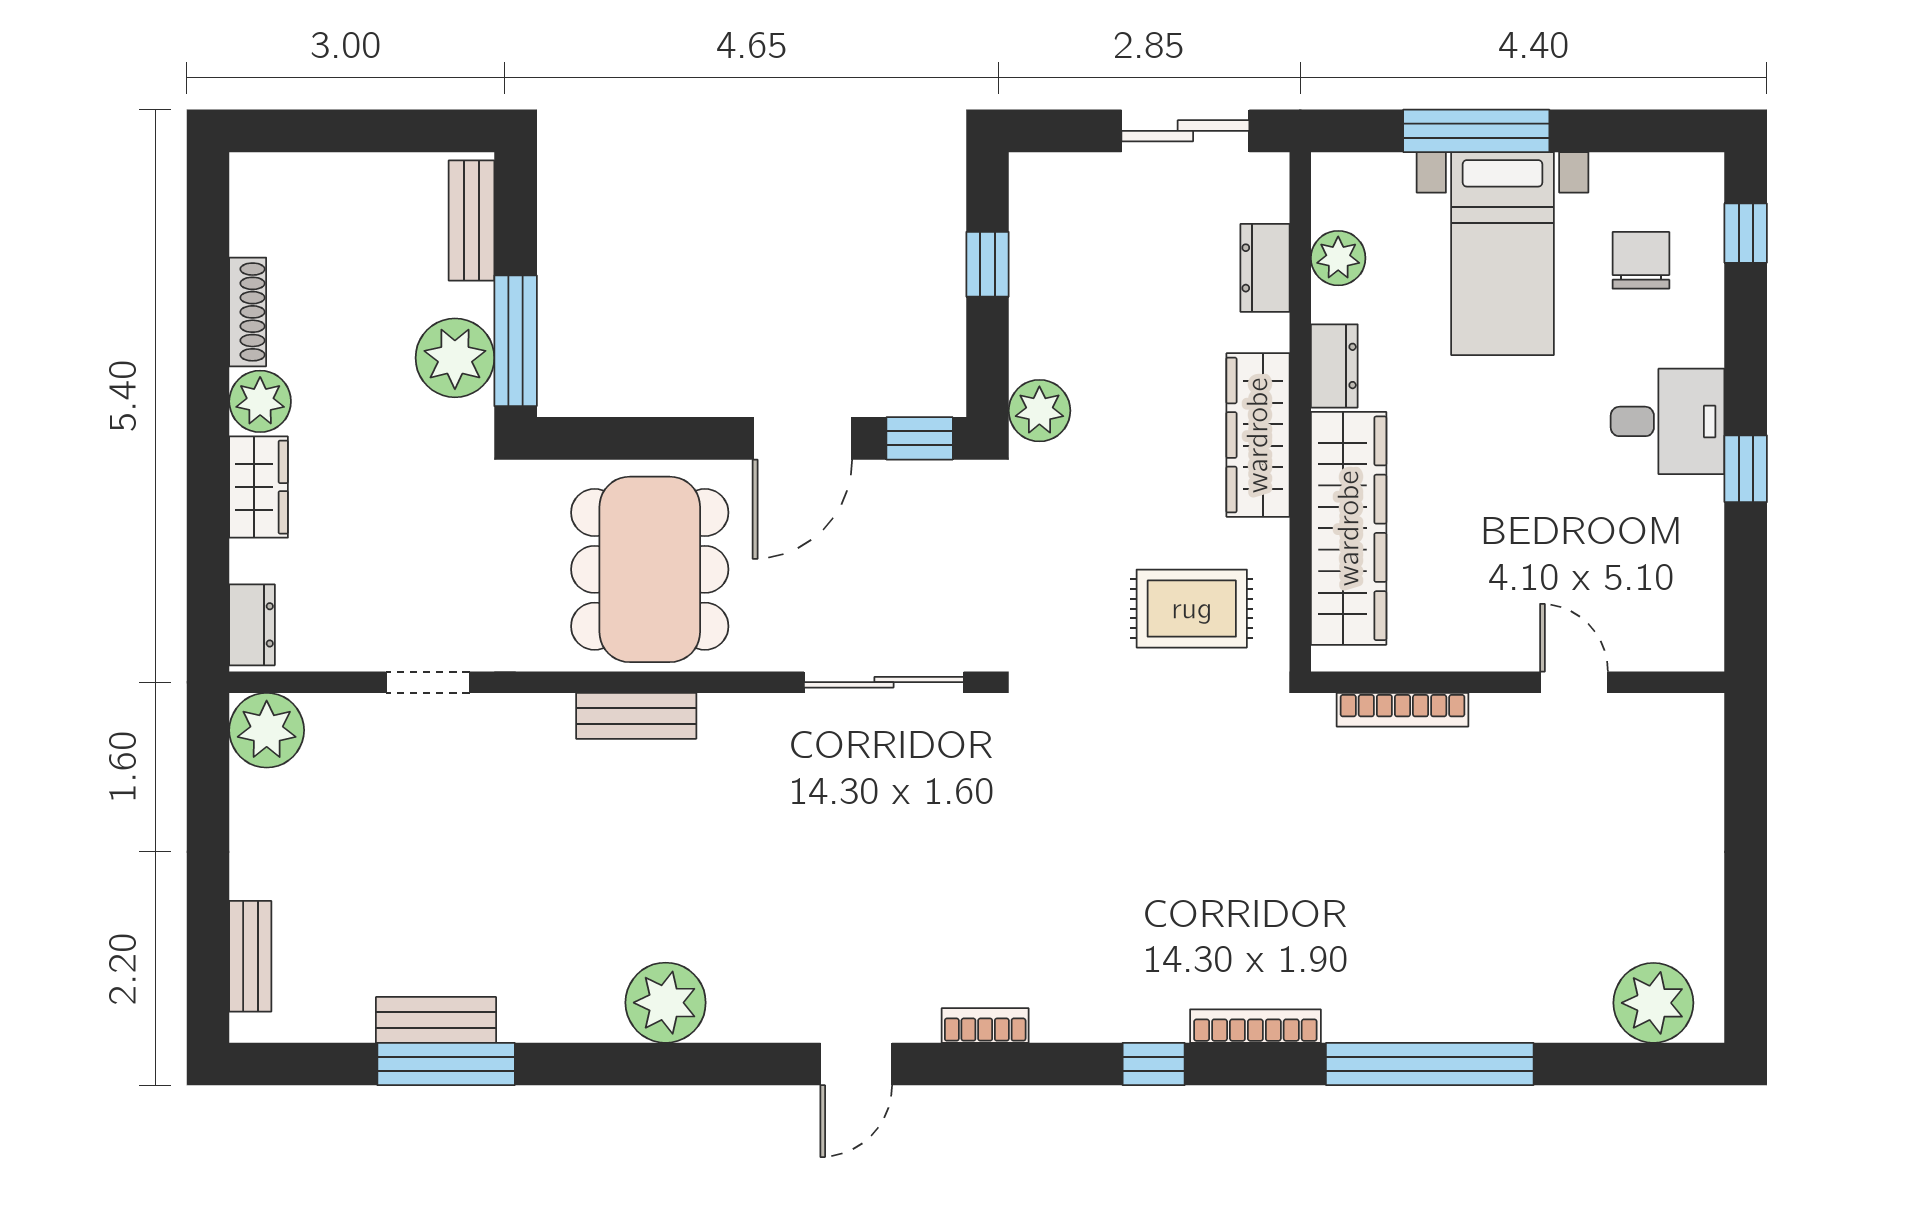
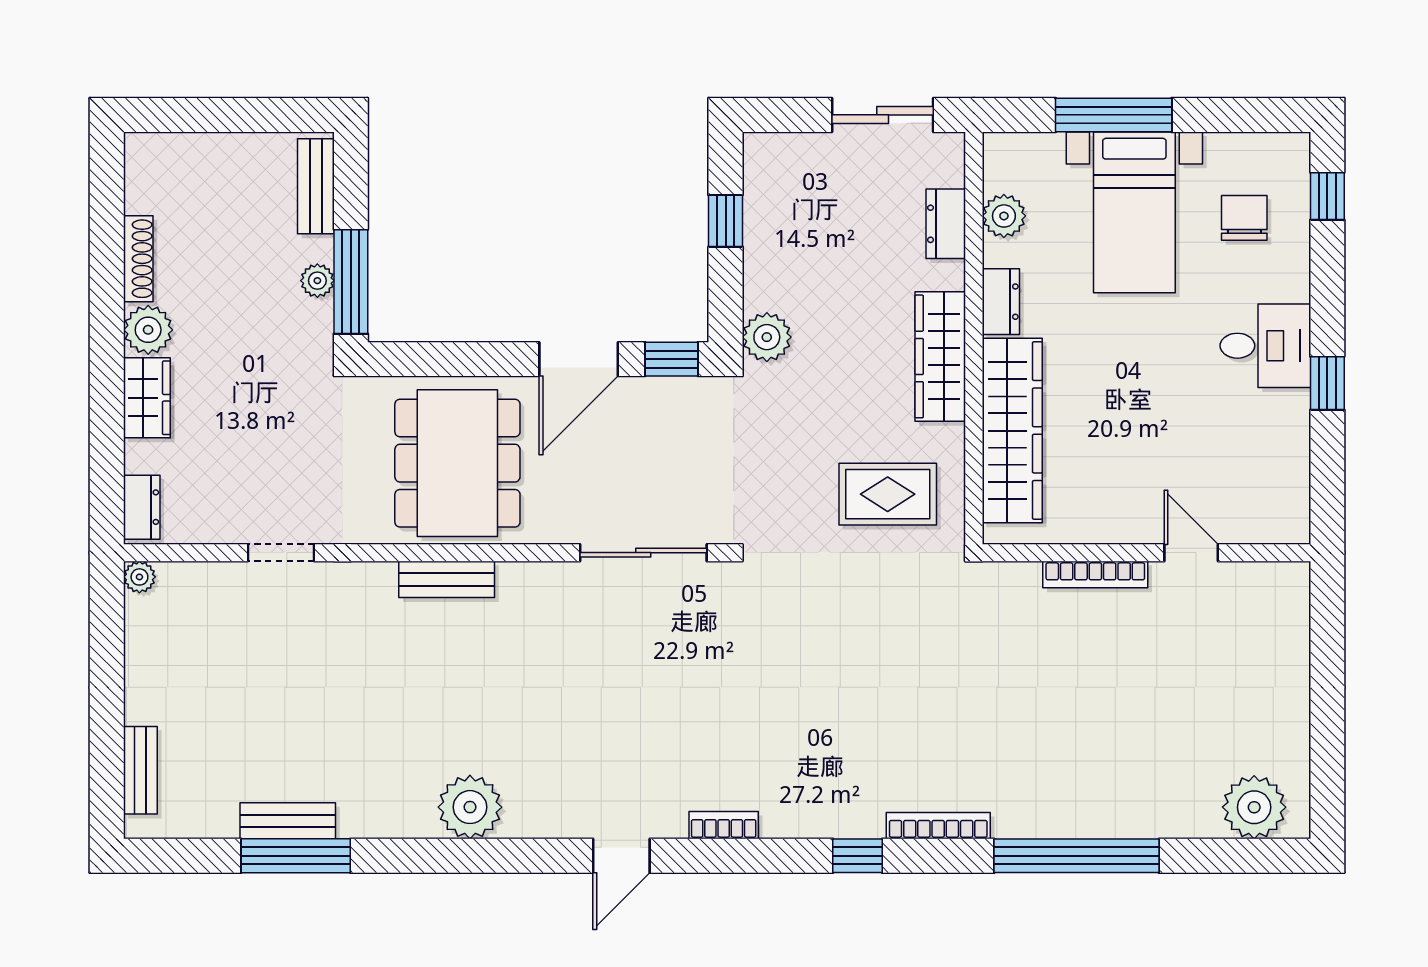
plant: (455, 358) -> (317, 281), width x0.53, depth x0.53
bookcase: (1402, 710) -> (1095, 575), moved
plant: (267, 730) -> (139, 577), width x0.53, depth x0.53

